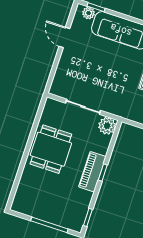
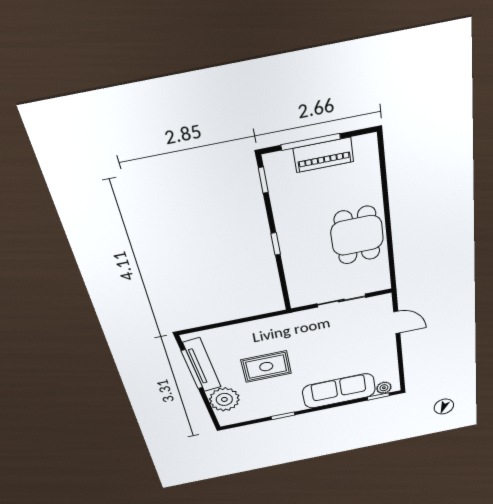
door: (64, 37) -> (397, 322), moved
plant: (107, 126) -> (301, 296), removed
piano: (92, 172) -> (323, 155), moved, turned 90

